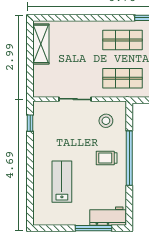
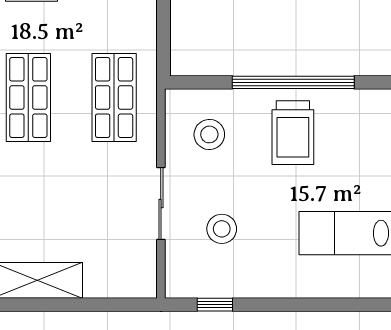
stool: (64, 126) -> (222, 229), added
trolley: (107, 158) -> (293, 133), width x1.36, depth x1.39

